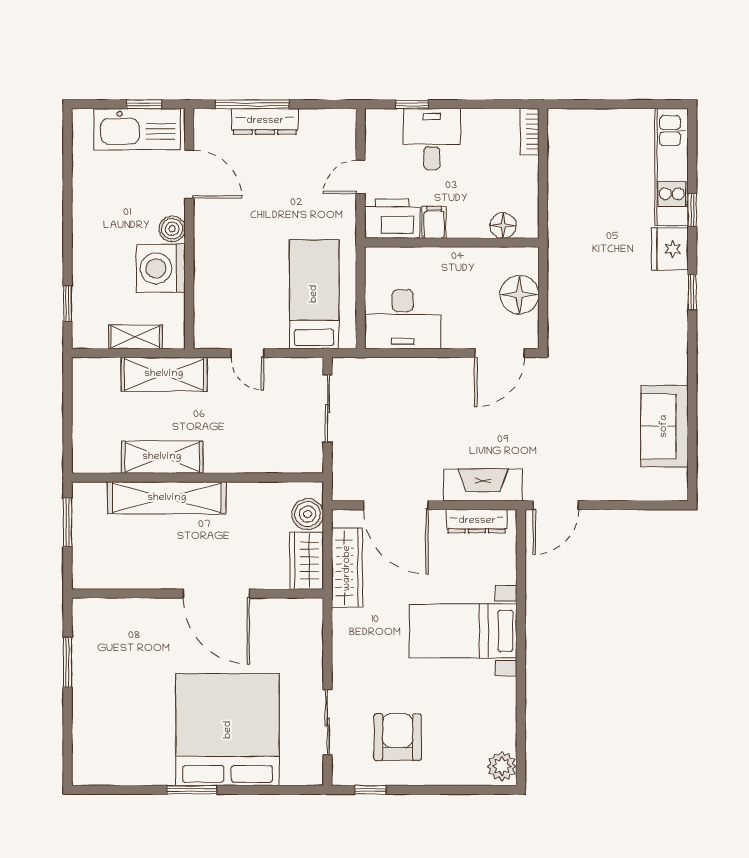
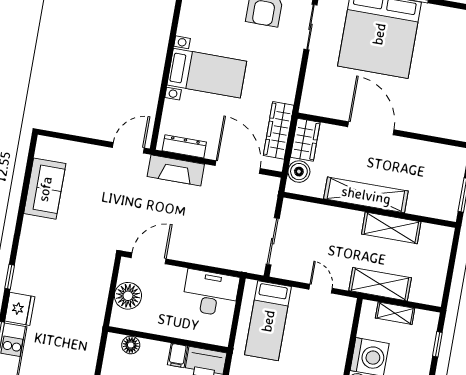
shelving: (167, 498) -> (366, 195), moved

